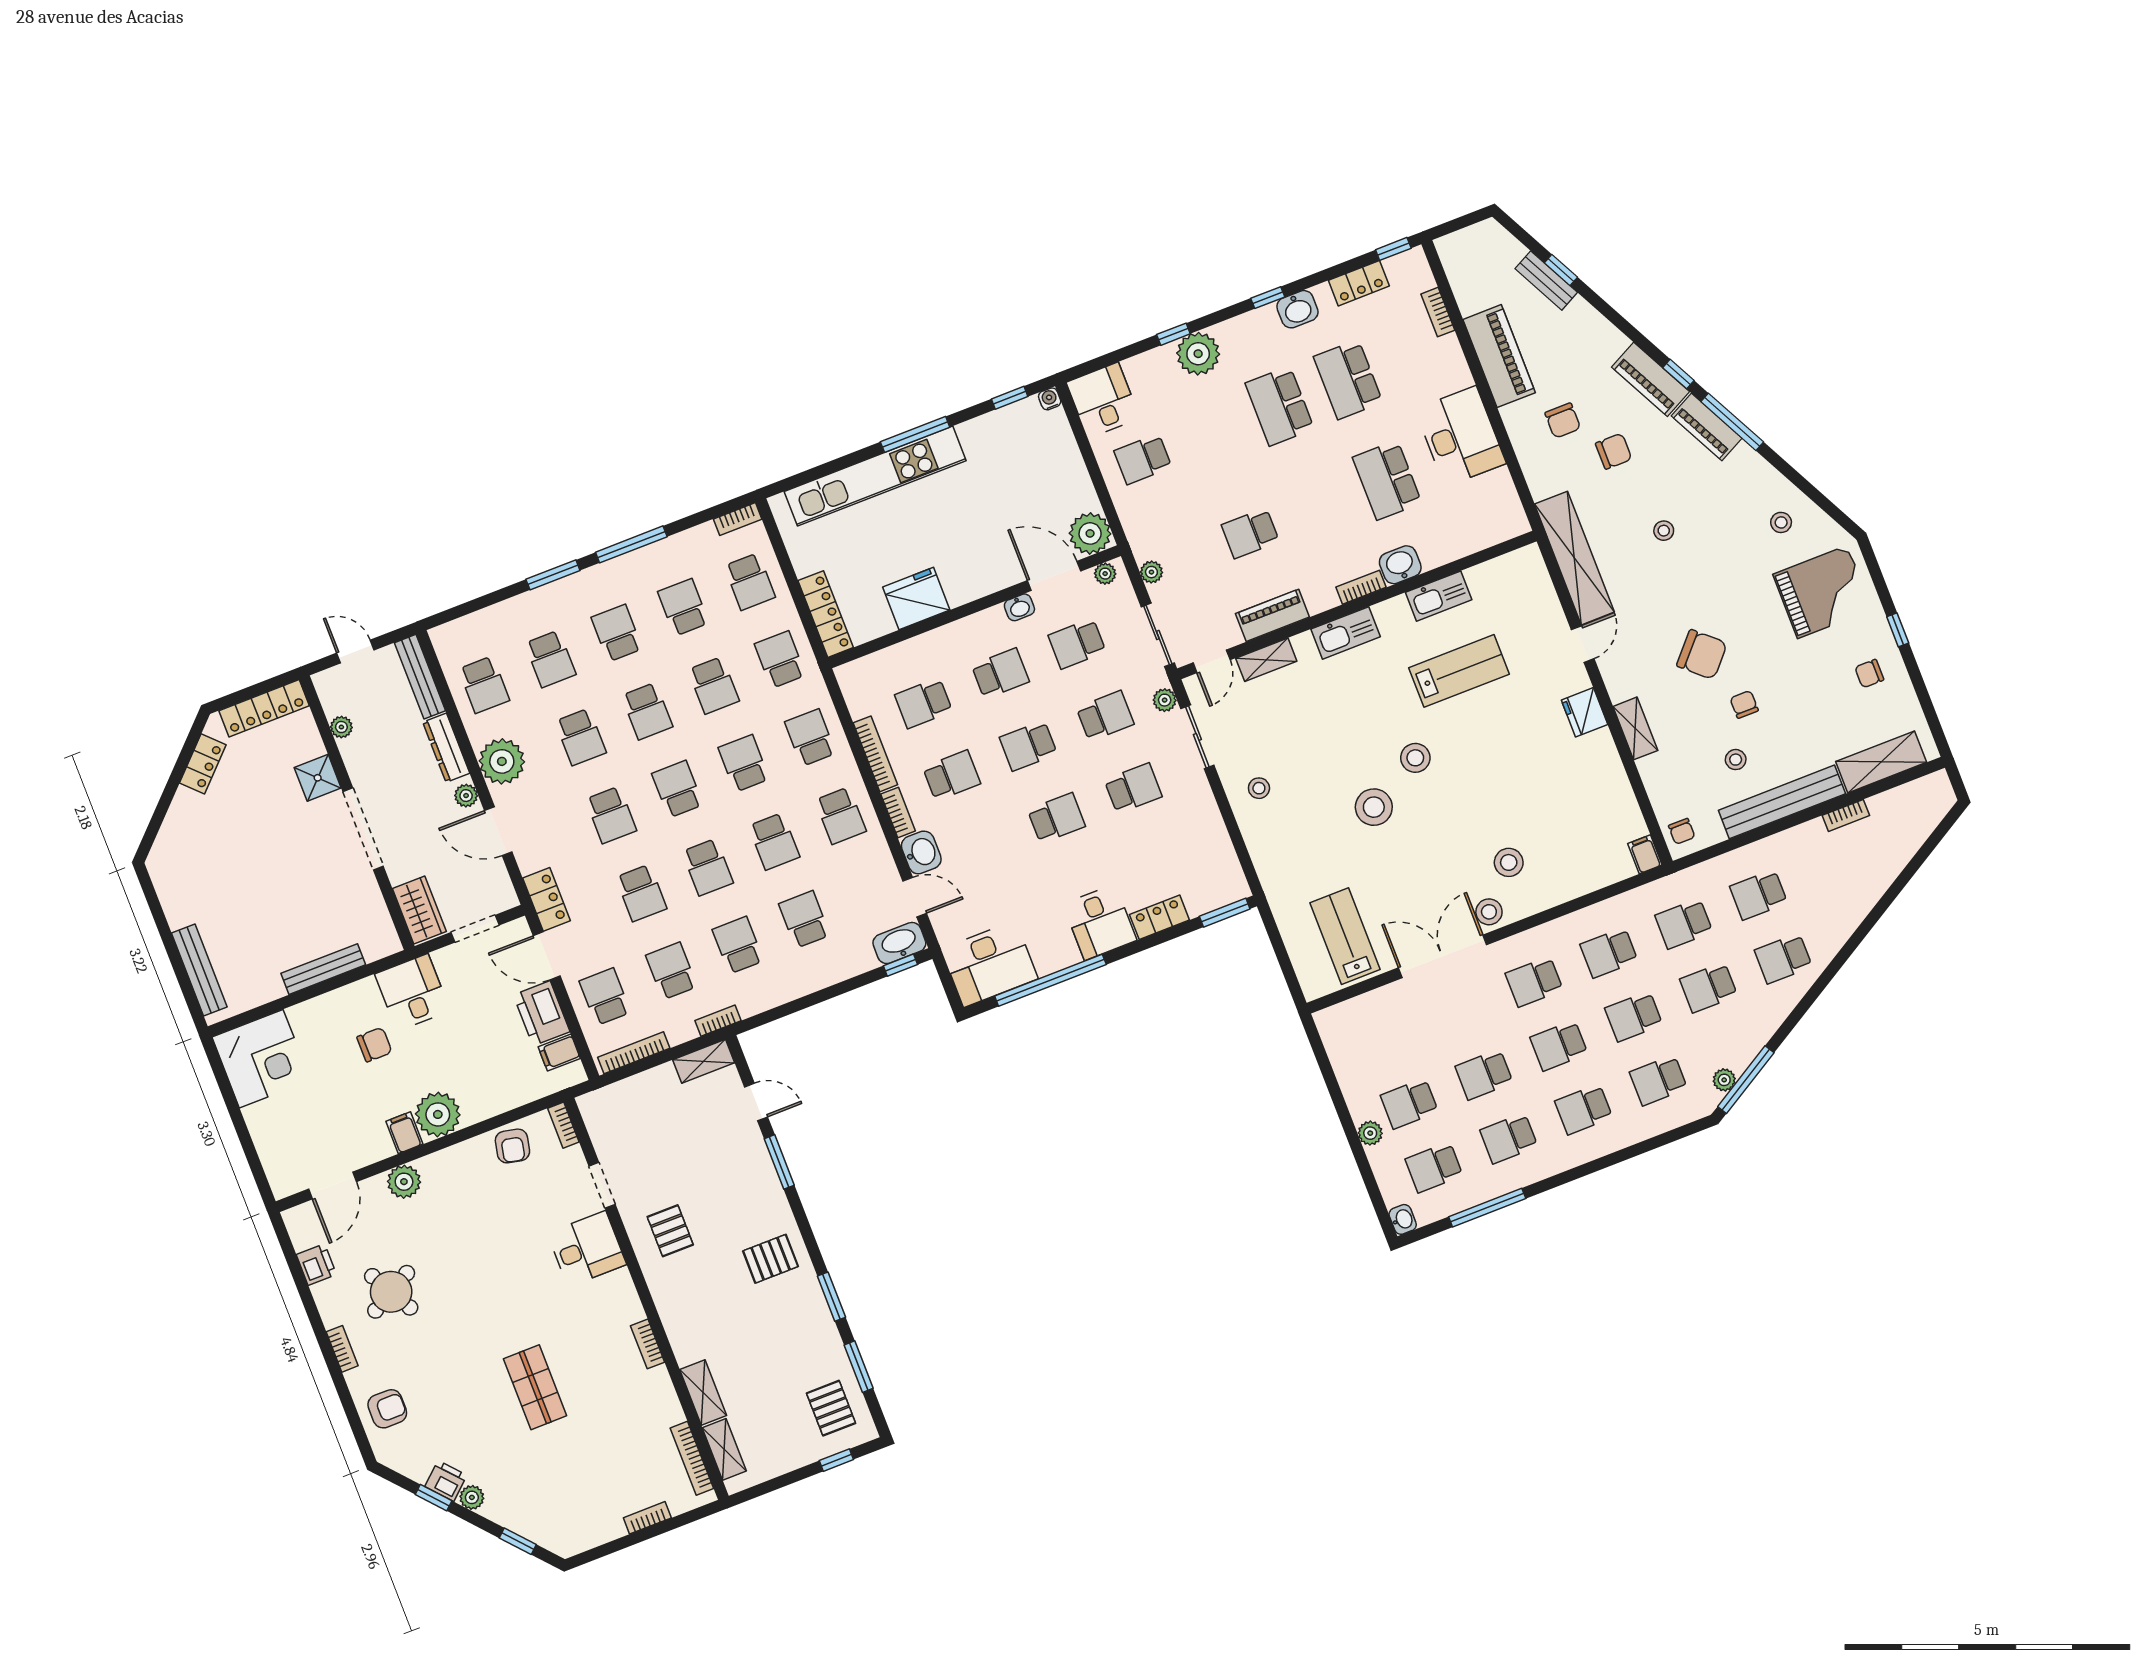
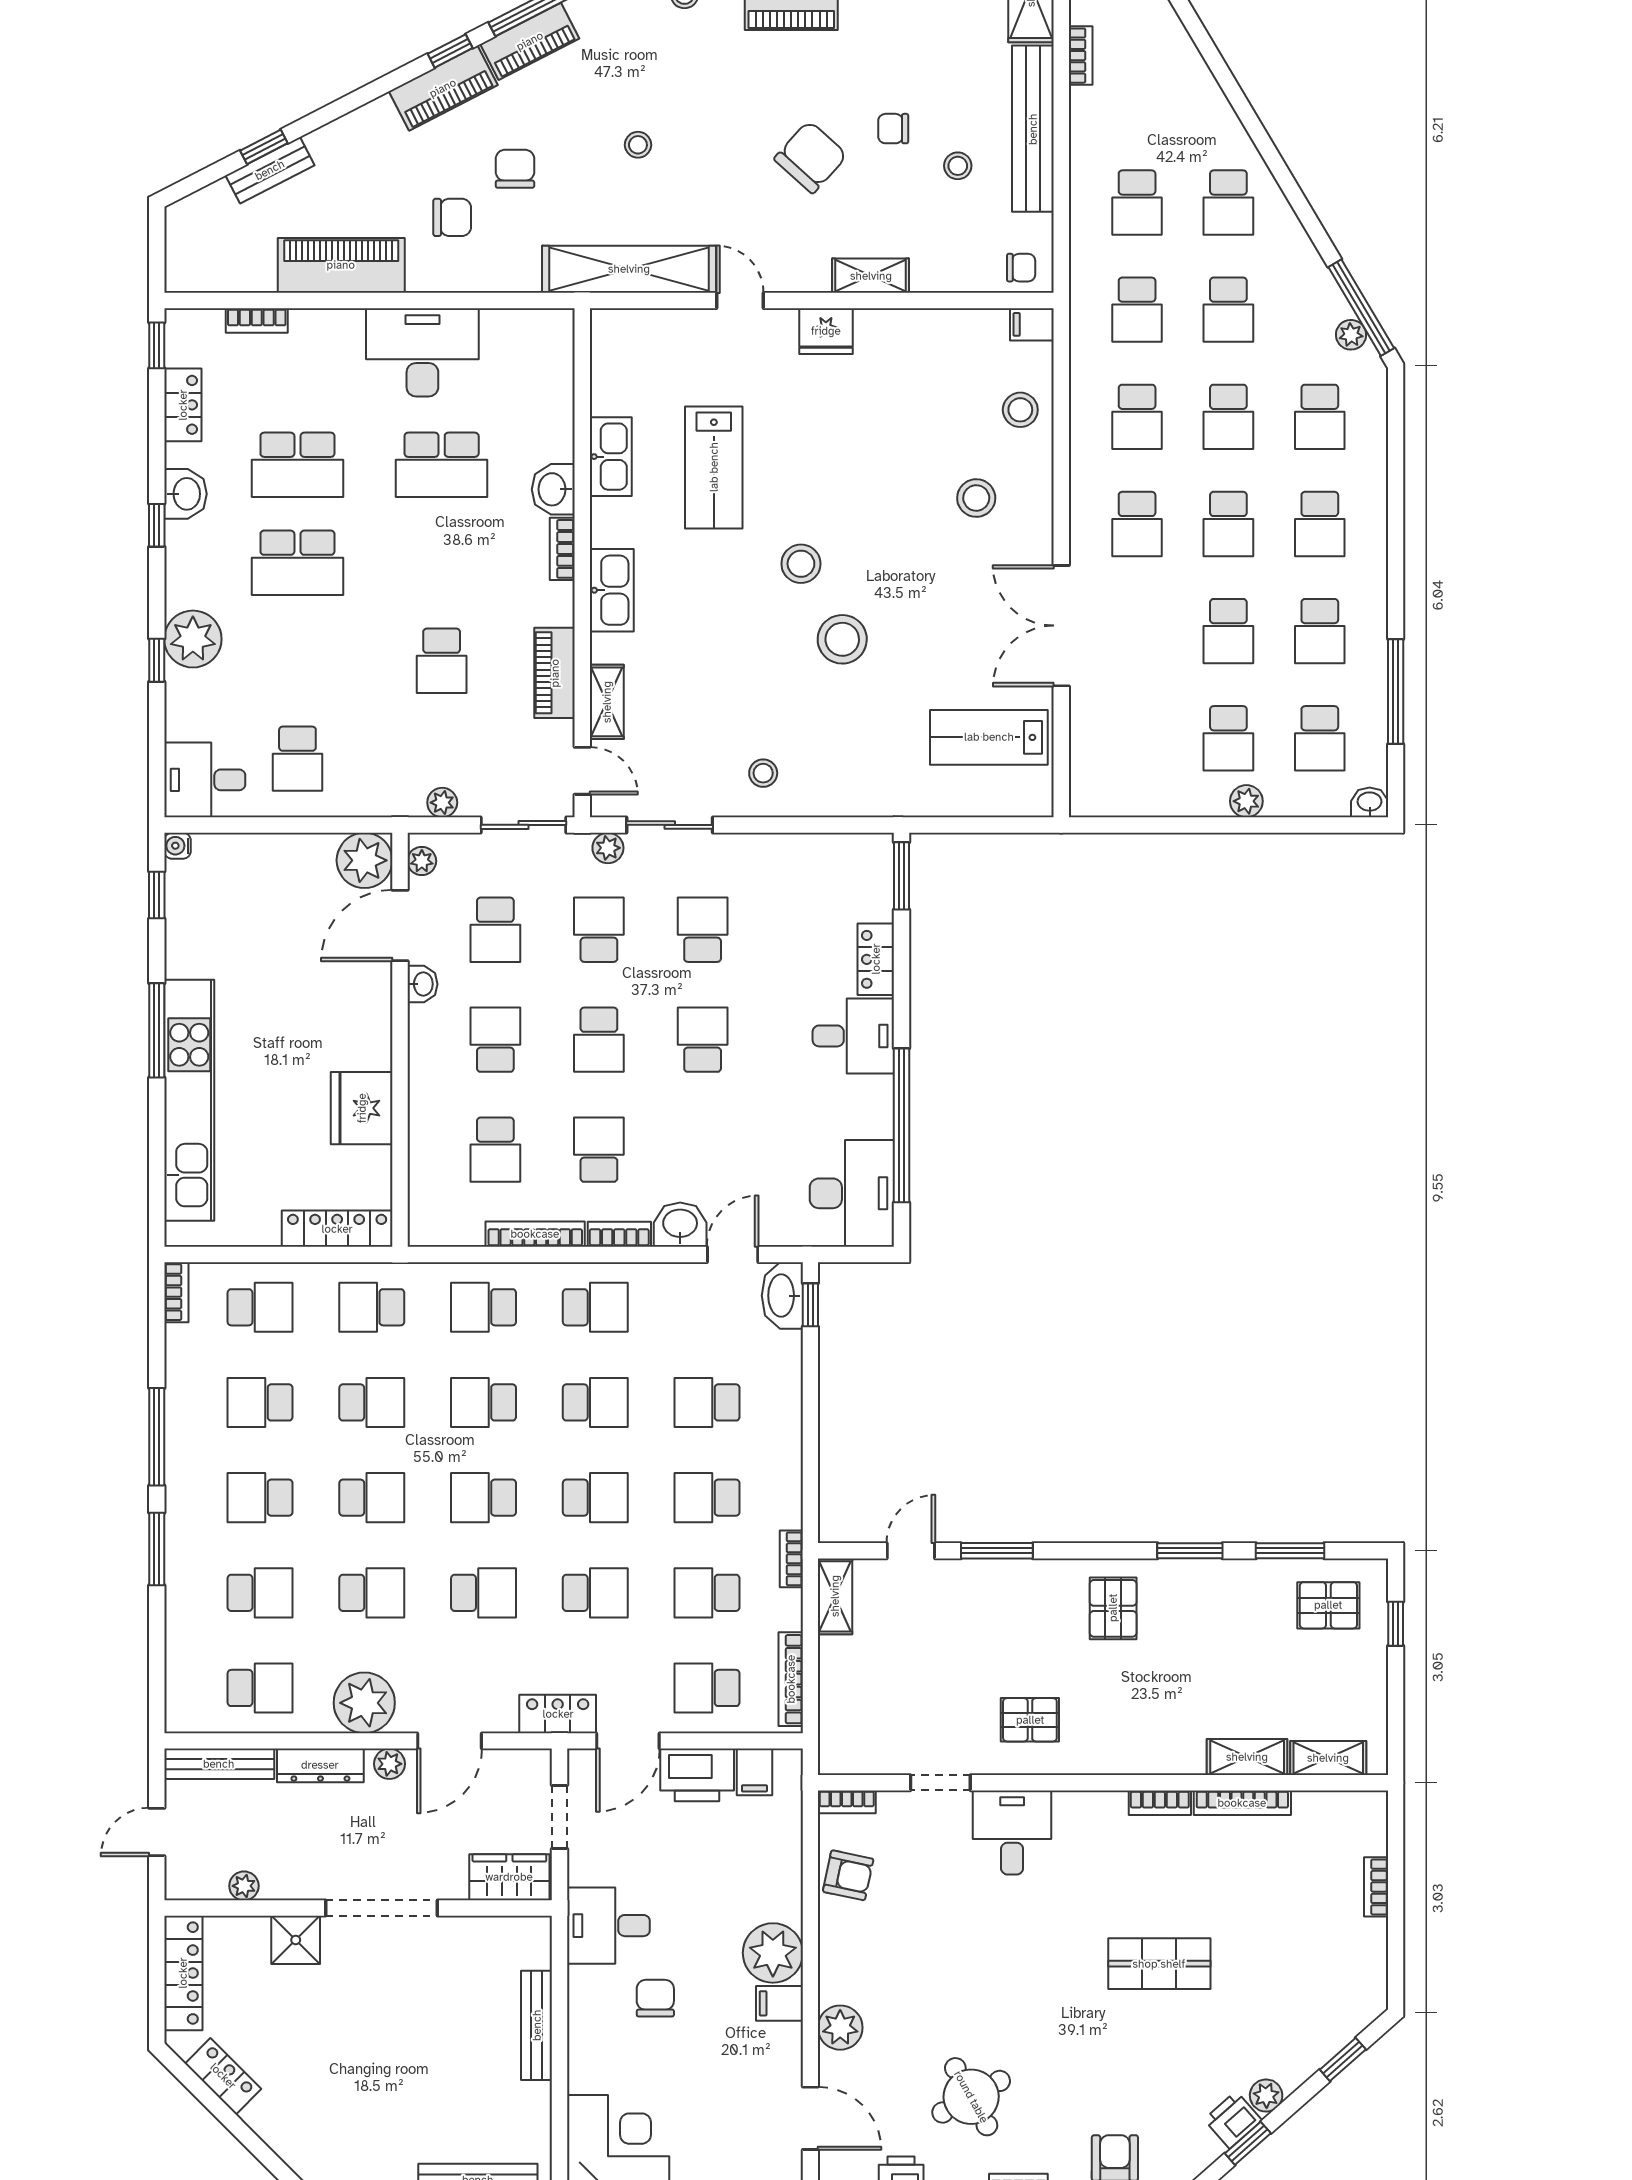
lab bench: (1459, 671) -> (714, 467), turned 180
stool: (1489, 912) -> (1020, 410), moved
bookcase: (692, 1458) -> (1242, 1803), moved

